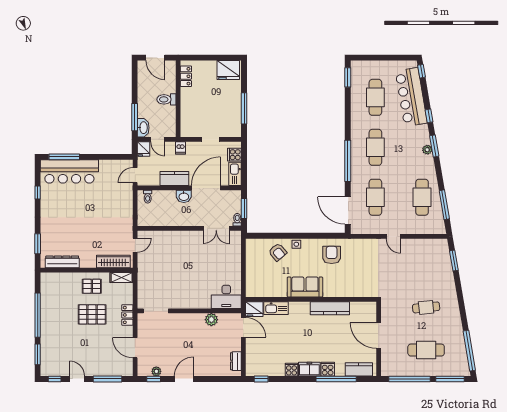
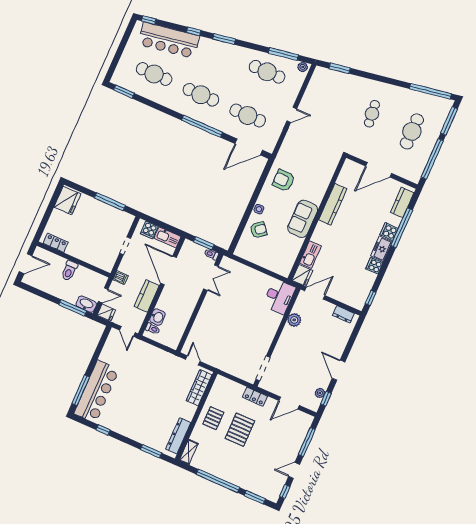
plant: (427, 150) -> (303, 67), moved
washbasin: (184, 196) -> (157, 317), moved
shelving: (122, 278) -> (189, 452), moved

